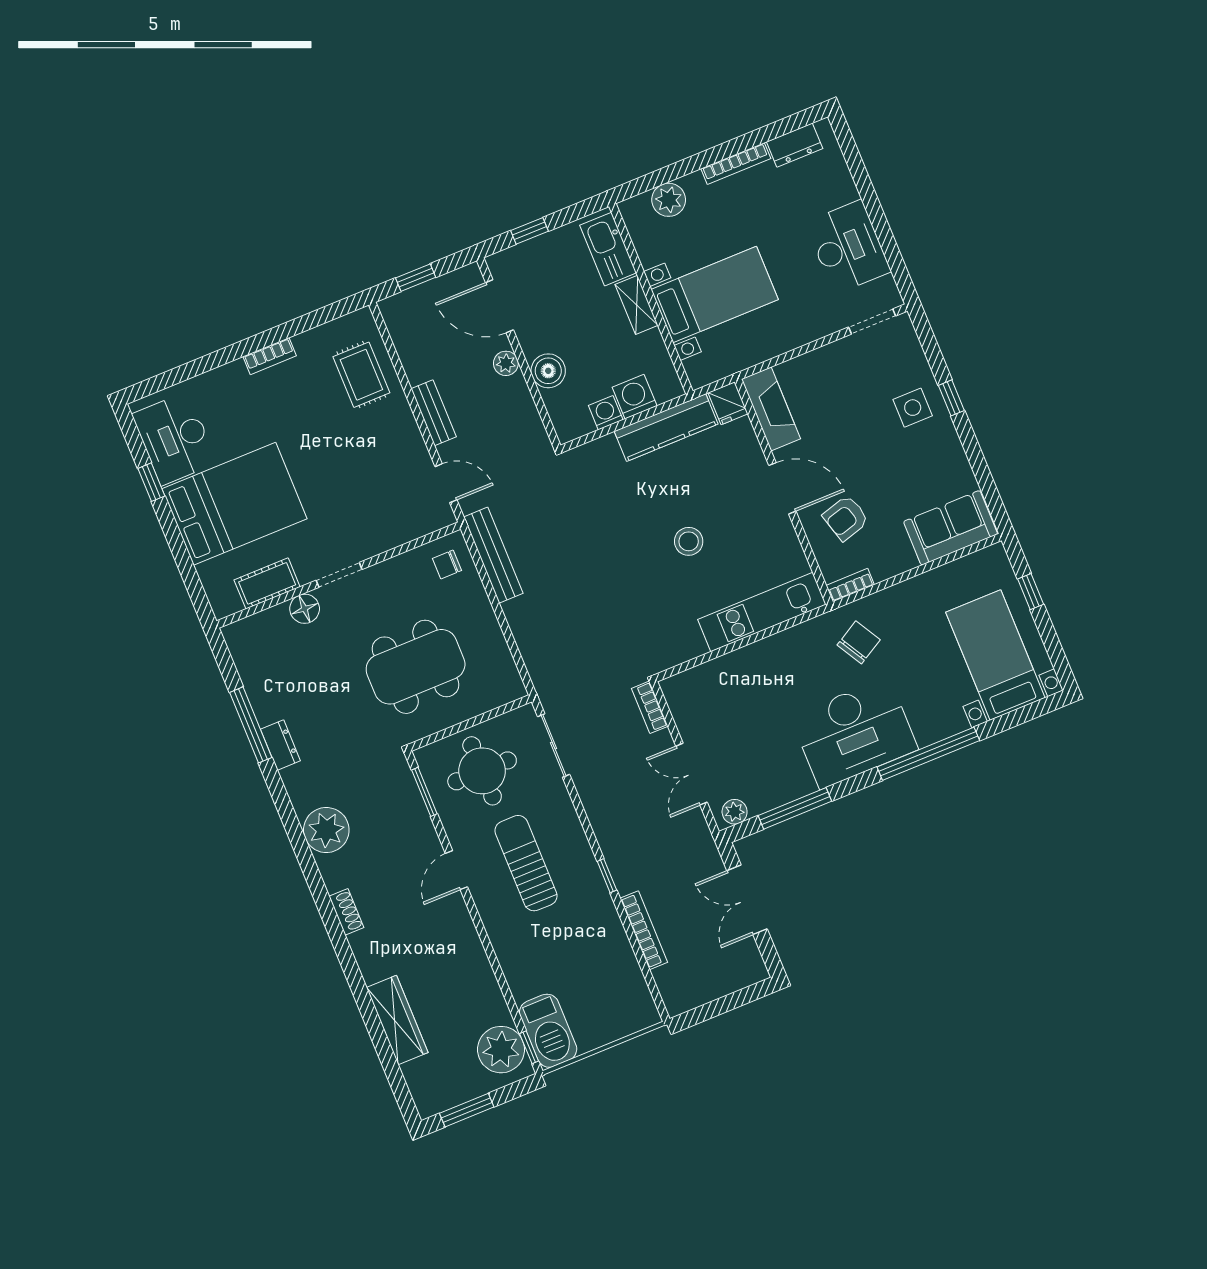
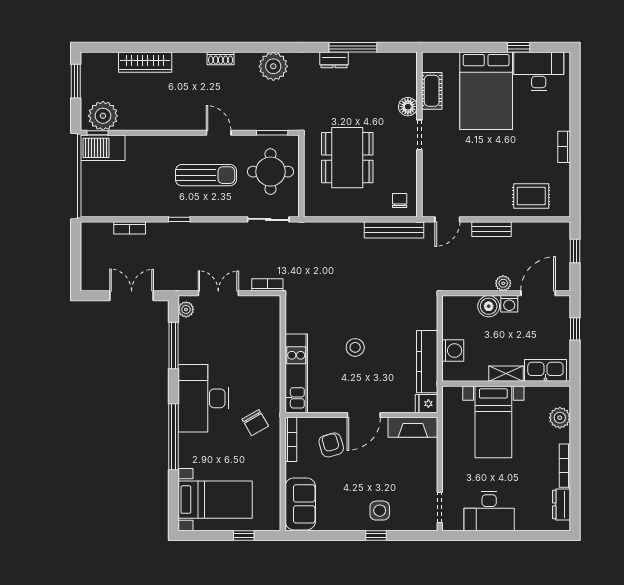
washing machine: (606, 413) -> (509, 304), moved, turned 90
bookcase: (850, 585) -> (291, 439), width x1.56
bookcase: (644, 930) -> (130, 228), width x0.64

